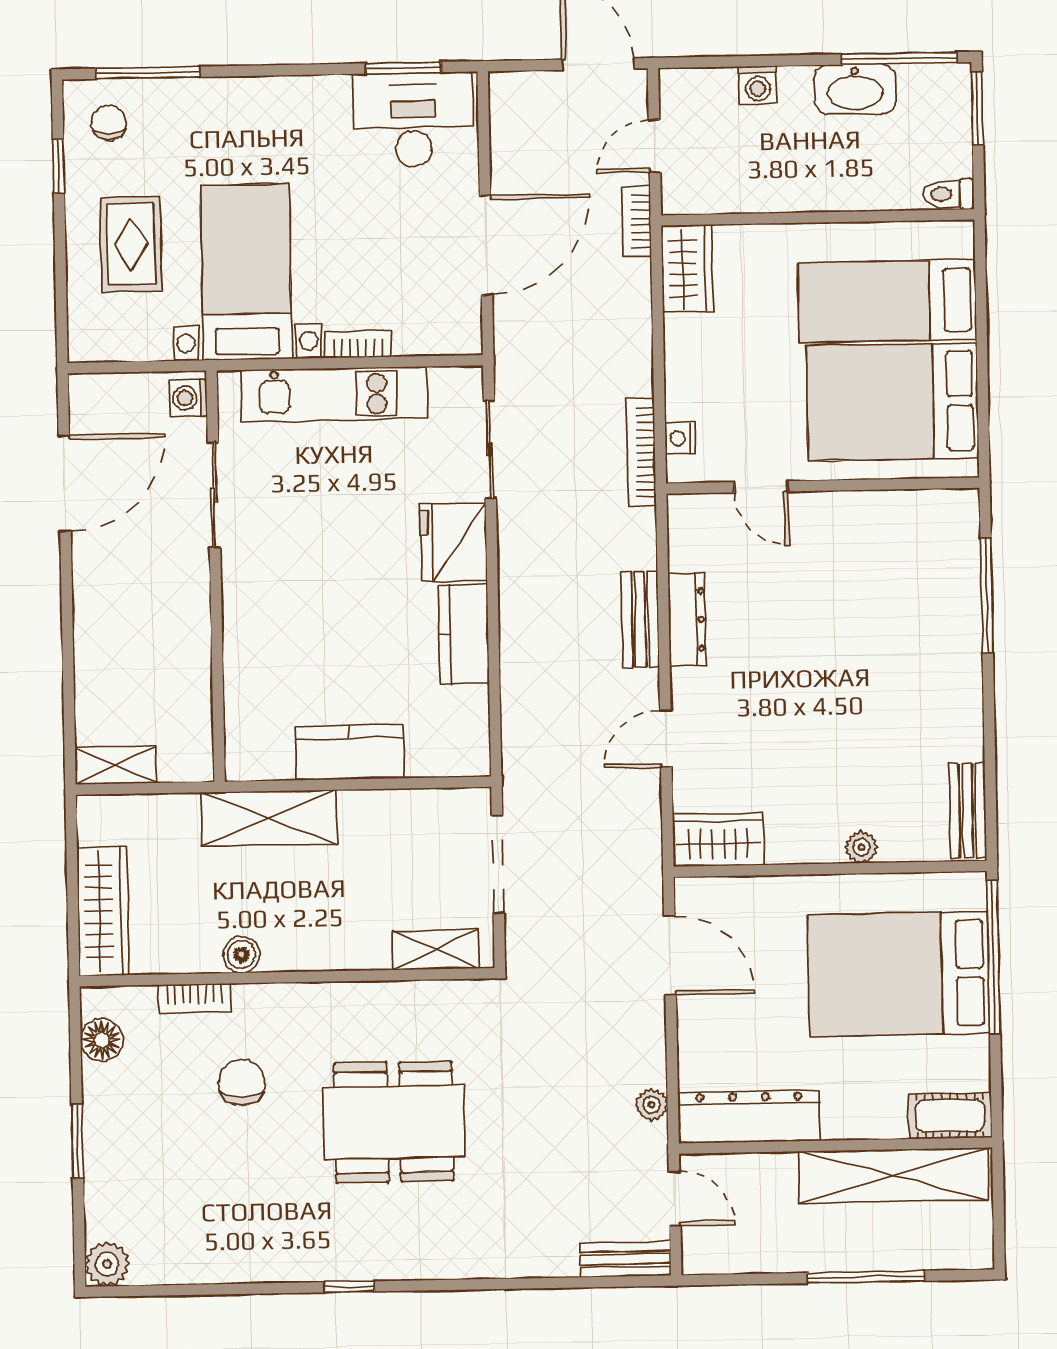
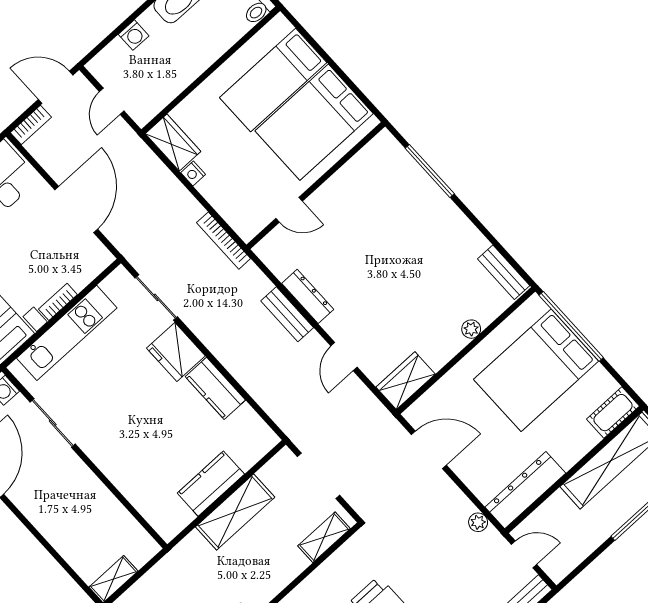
bookcase: (637, 221) -> (31, 125), moved, turned -90
nightstand: (680, 438) -> (193, 174), moved
shelving: (269, 818) -> (235, 512), moved

